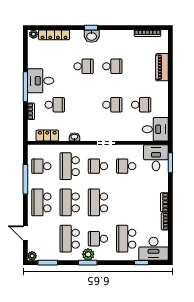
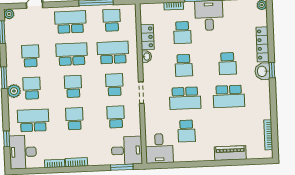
locker: (54, 35) -> (263, 44), moved
school desk: (112, 66) -> (229, 96), width x1.85
school desk: (84, 105) -> (184, 65), added
school desk: (112, 105) -> (185, 98), width x1.85
locker: (47, 136) -> (147, 37), moved
school desk: (98, 202) -> (73, 86), width x0.54
school desk: (126, 202) -> (74, 119), added
school desk: (70, 239) -> (30, 56), width x0.54
plant: (88, 254) -> (14, 91), moved

